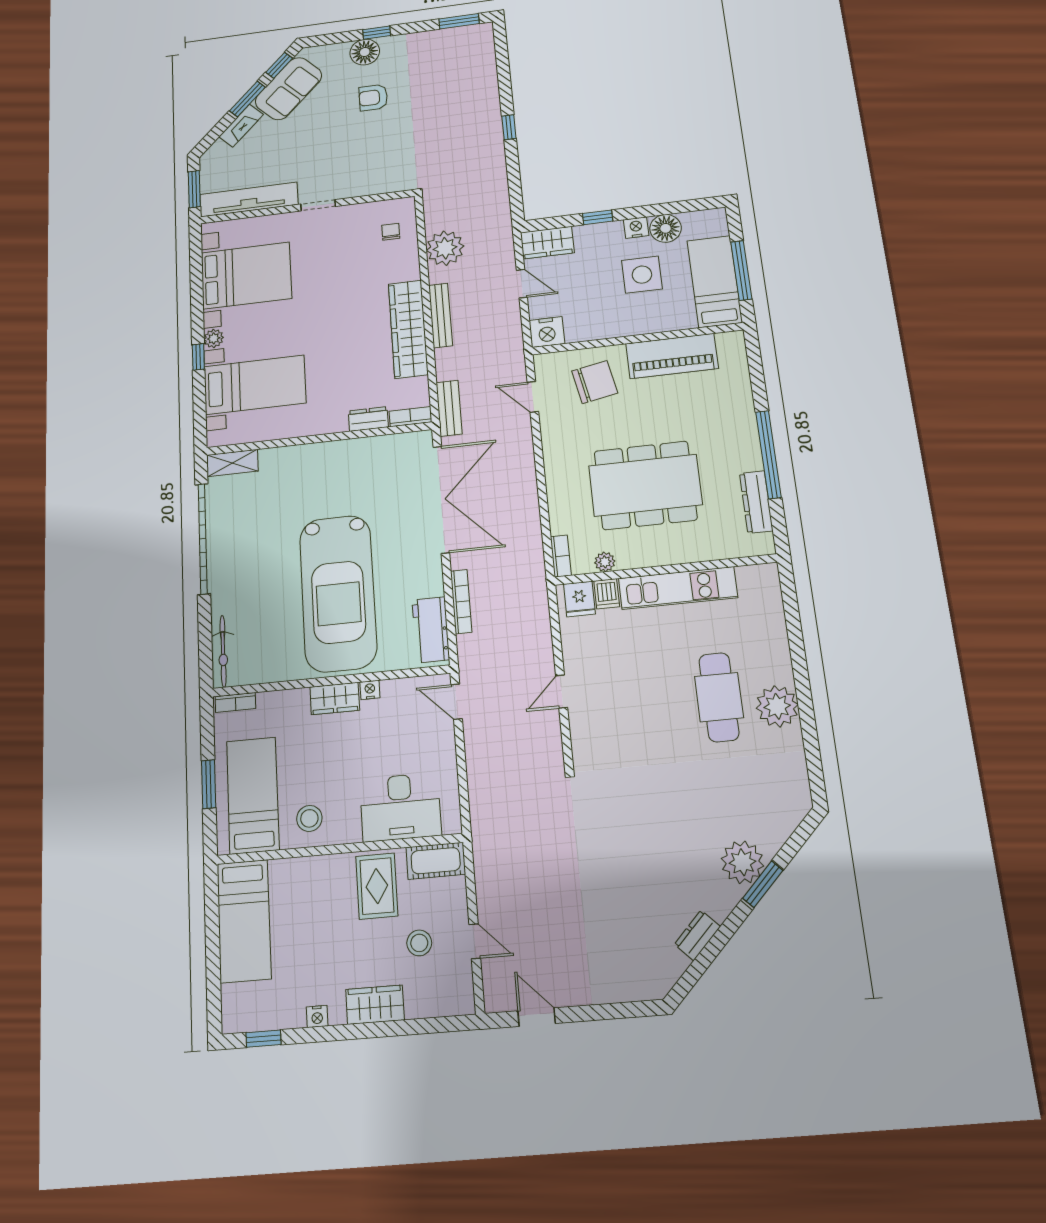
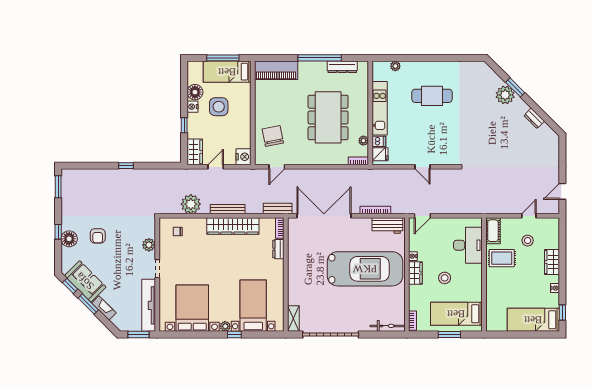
plant: (362, 185) -> (149, 245), added
piano: (672, 356) -> (276, 70), moved, turned 90
plant: (777, 706) -> (395, 66), moved, width x0.53, depth x0.53
stool: (309, 818) -> (445, 278), moved
bed: (244, 921) -> (533, 320), moved, turned 180

